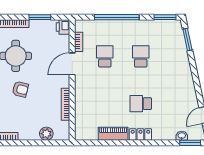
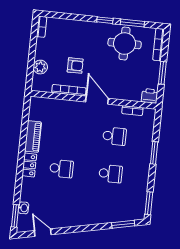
window: (117, 17) -> (154, 153), width x0.47
door: (72, 64) -> (97, 100), moved
armchair: (20, 89) -> (75, 65), moved, turned -104
school desk: (141, 104) -> (61, 169), turned 90

